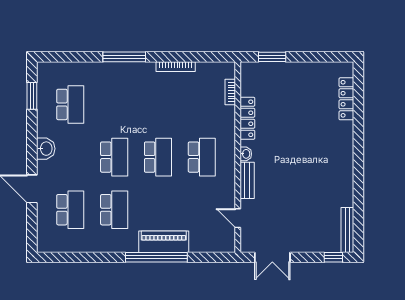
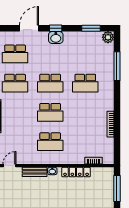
window: (124, 57) -> (117, 66), moved
window: (272, 57) -> (117, 189), width x1.44
plant: (45, 70) -> (108, 37), added
school desk: (70, 104) -> (85, 83), moved
window: (32, 149) -> (56, 28), added

